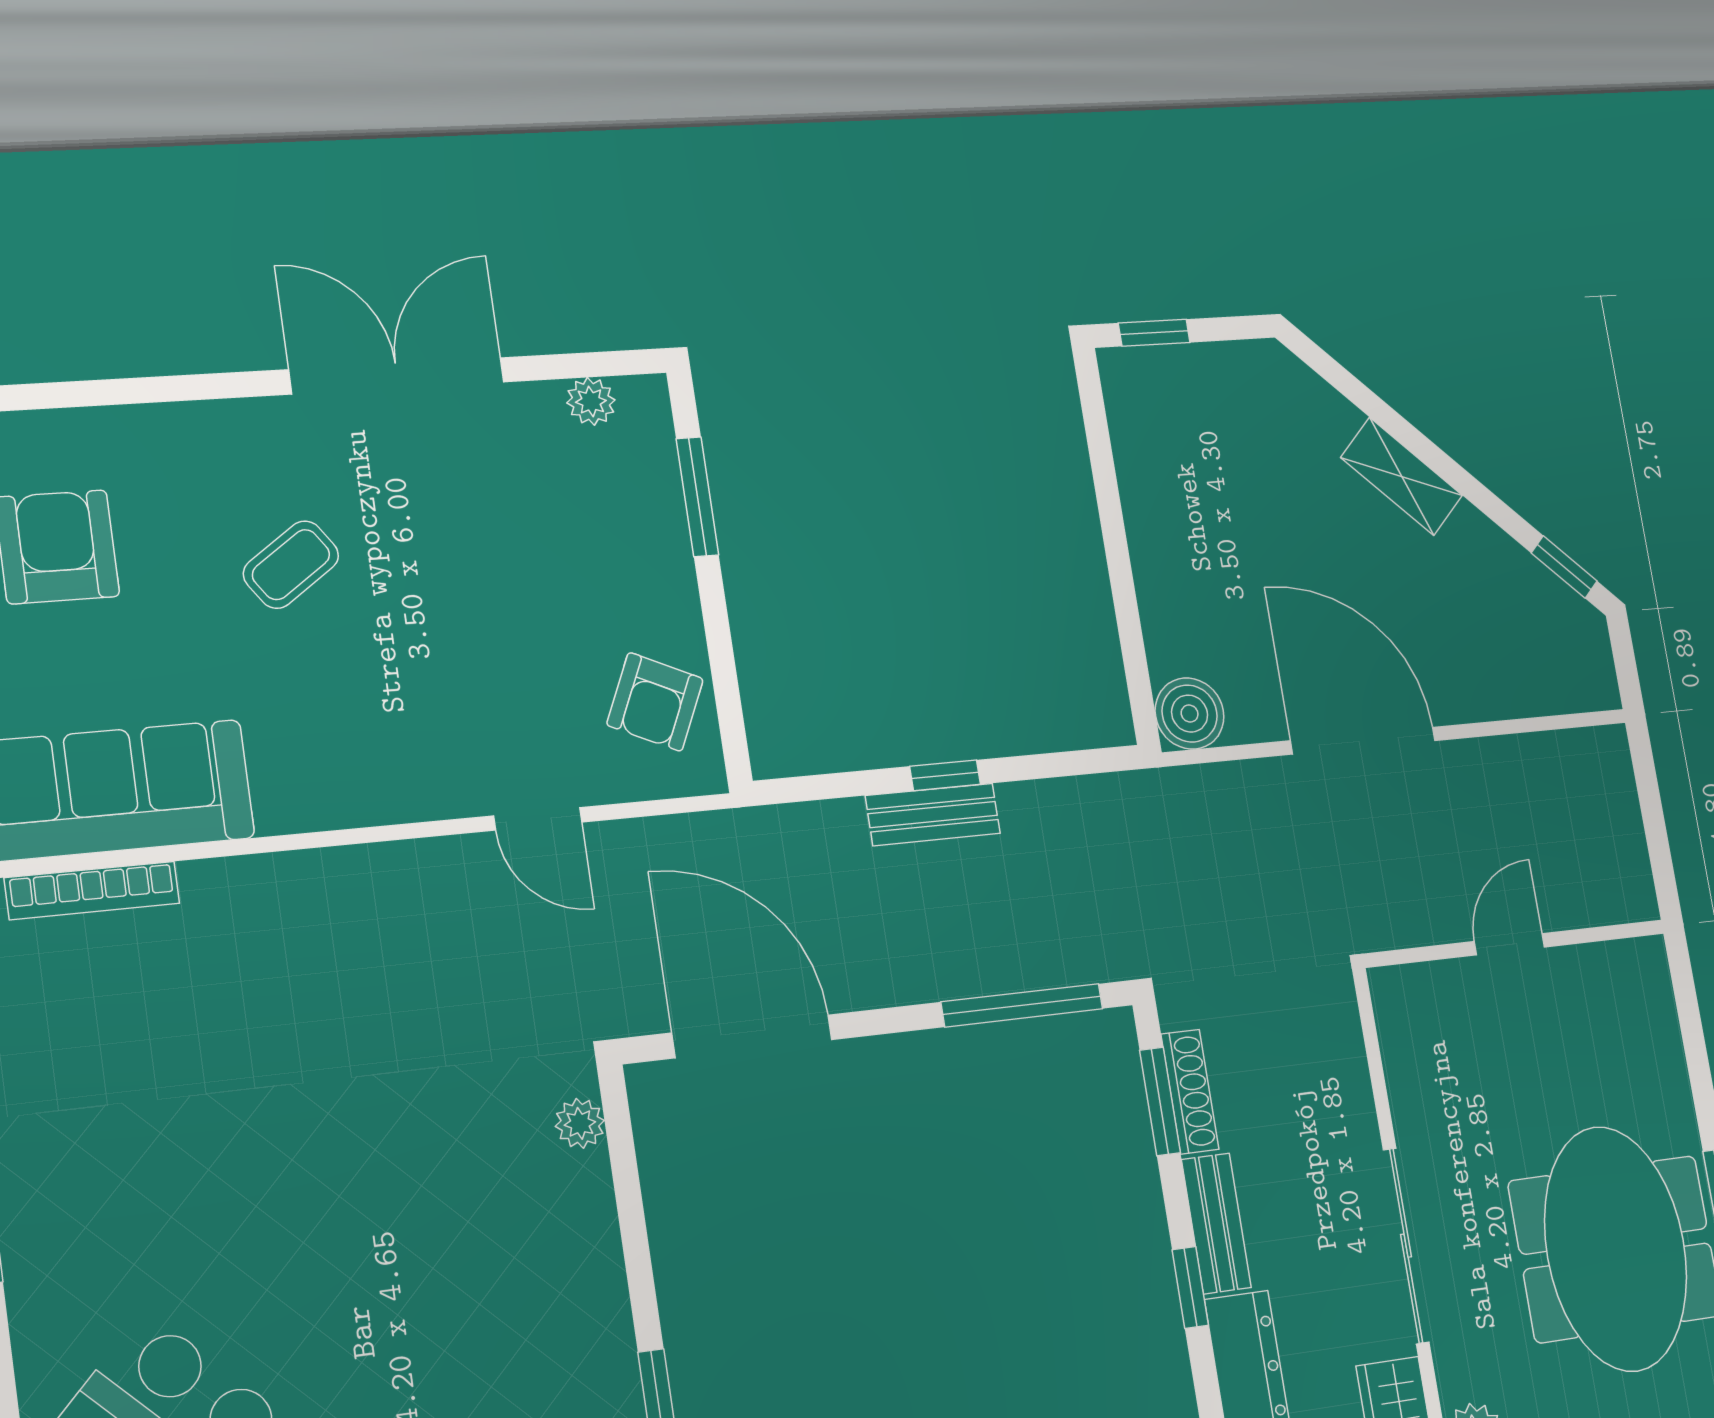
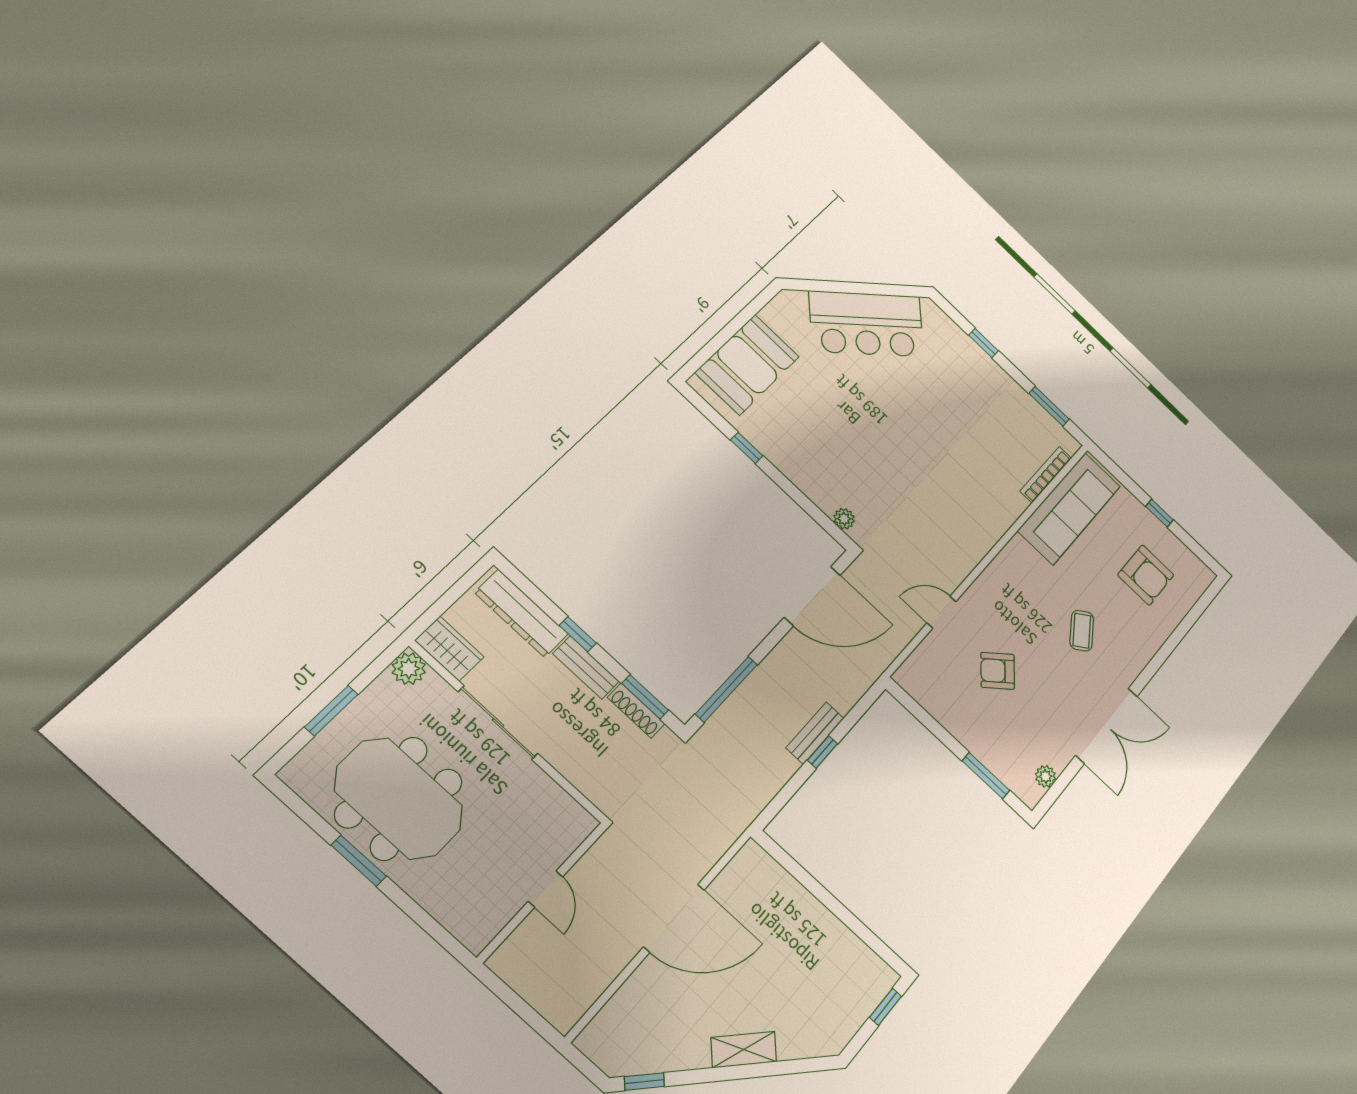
armchair: (655, 702) -> (998, 671), moved, turned -65
boiler: (1190, 714) -> (752, 862), removed

